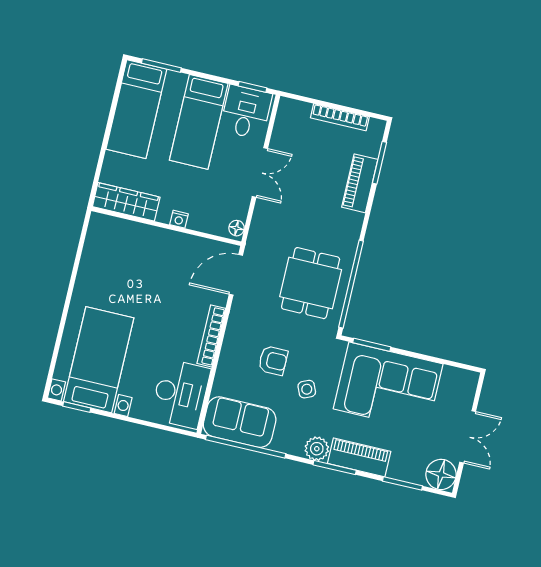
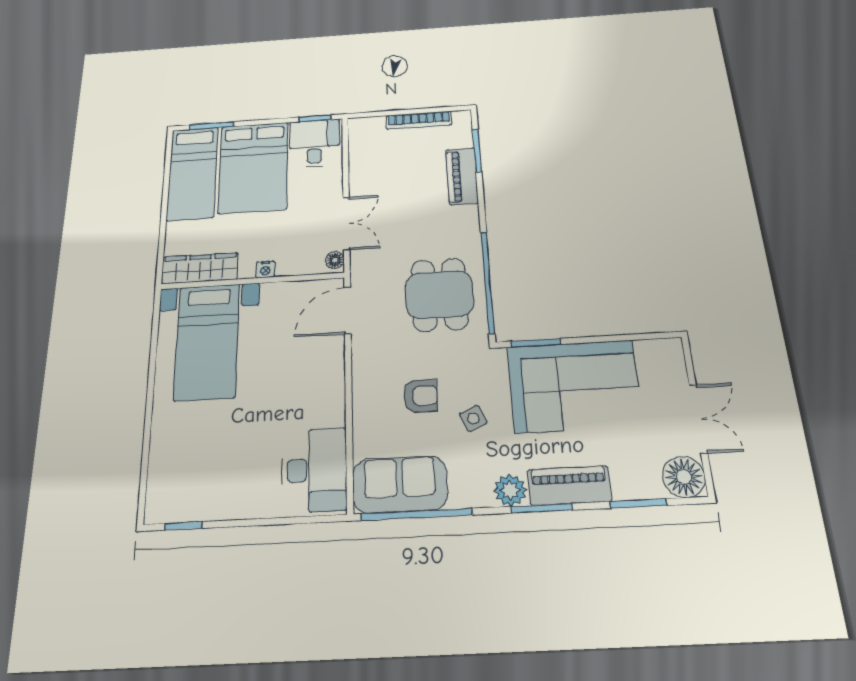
bed: (199, 122) -> (253, 167), width x1.50
double door: (260, 173) -> (346, 223), moved
bookcase: (211, 336) -> (336, 388), removed
bed with nightstands: (99, 360) -> (207, 341), moved, turned 180

